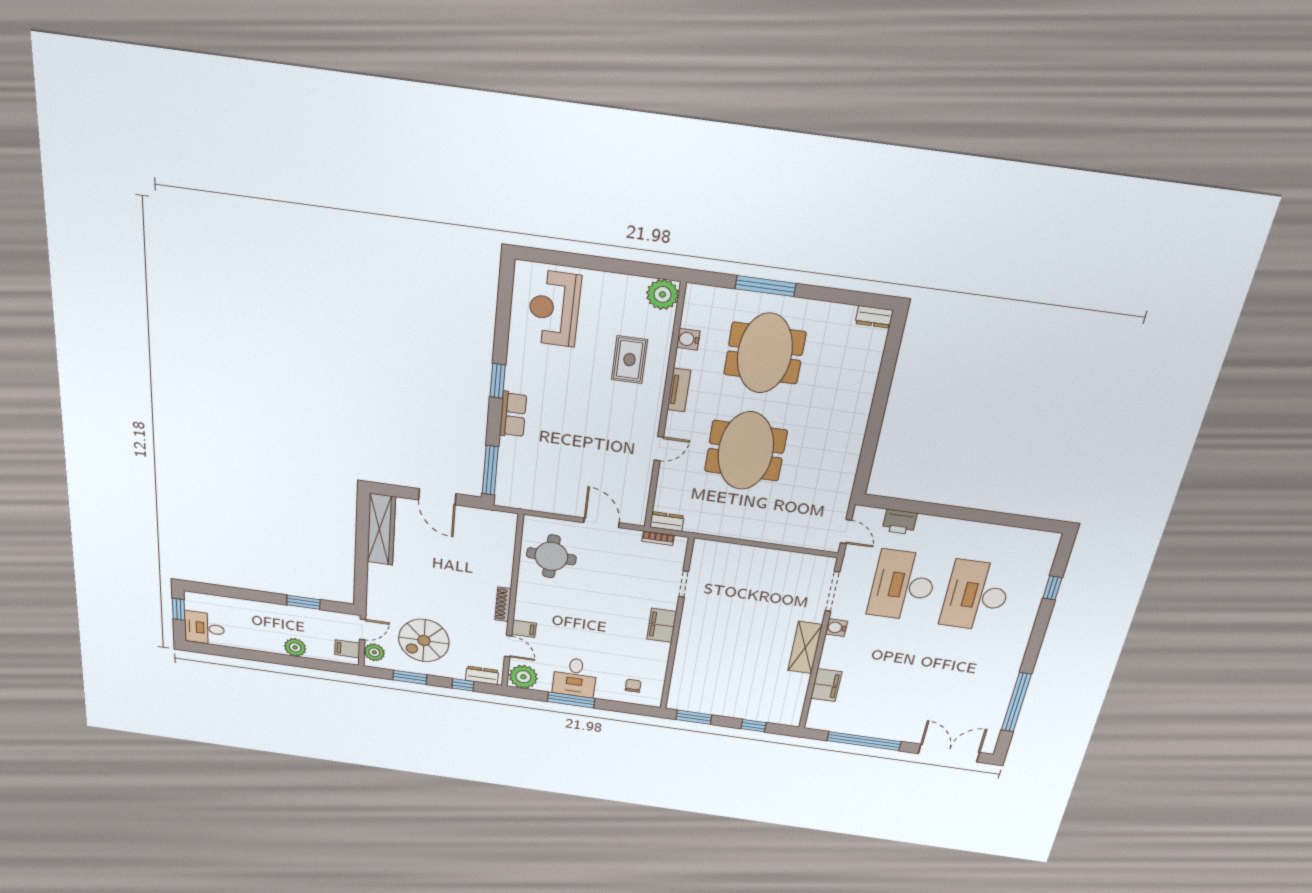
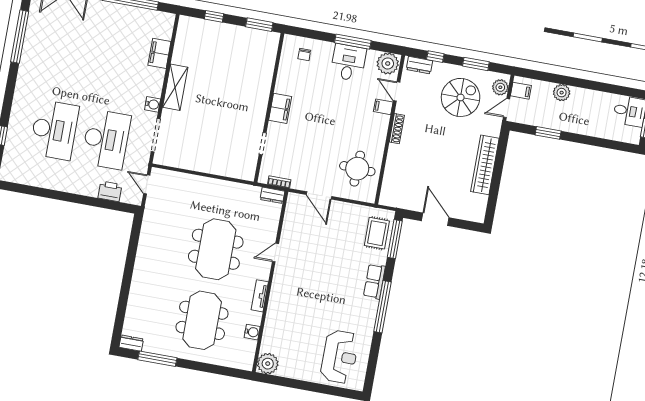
window: (766, 286) -> (157, 359), moved
rug: (629, 360) -> (377, 233), moved
window: (498, 381) -> (383, 307), width x2.11
wardrobe: (381, 530) -> (485, 165), moved

